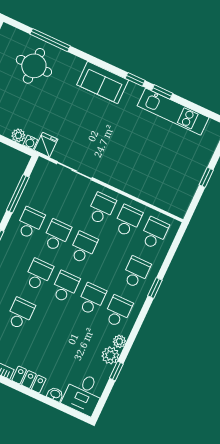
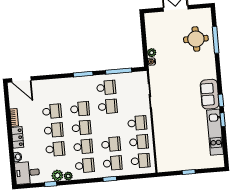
sofa: (103, 82) -> (210, 94), moved
fridge: (46, 145) -> (155, 71), removed
school desk: (83, 248) -> (111, 144), moved
school desk: (47, 326) -> (54, 130), added
school desk: (73, 338) -> (55, 149), added

